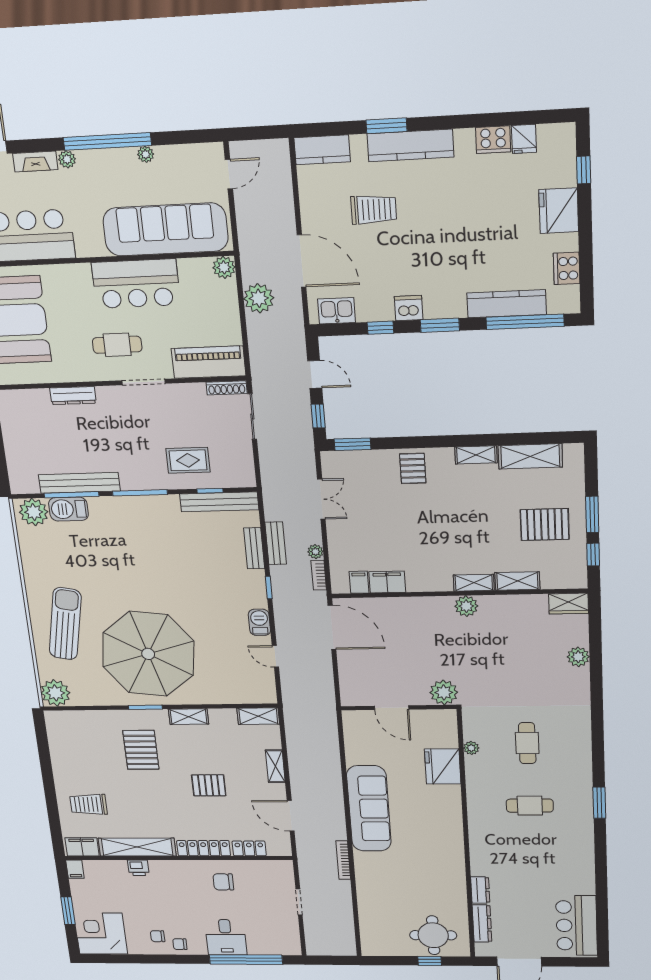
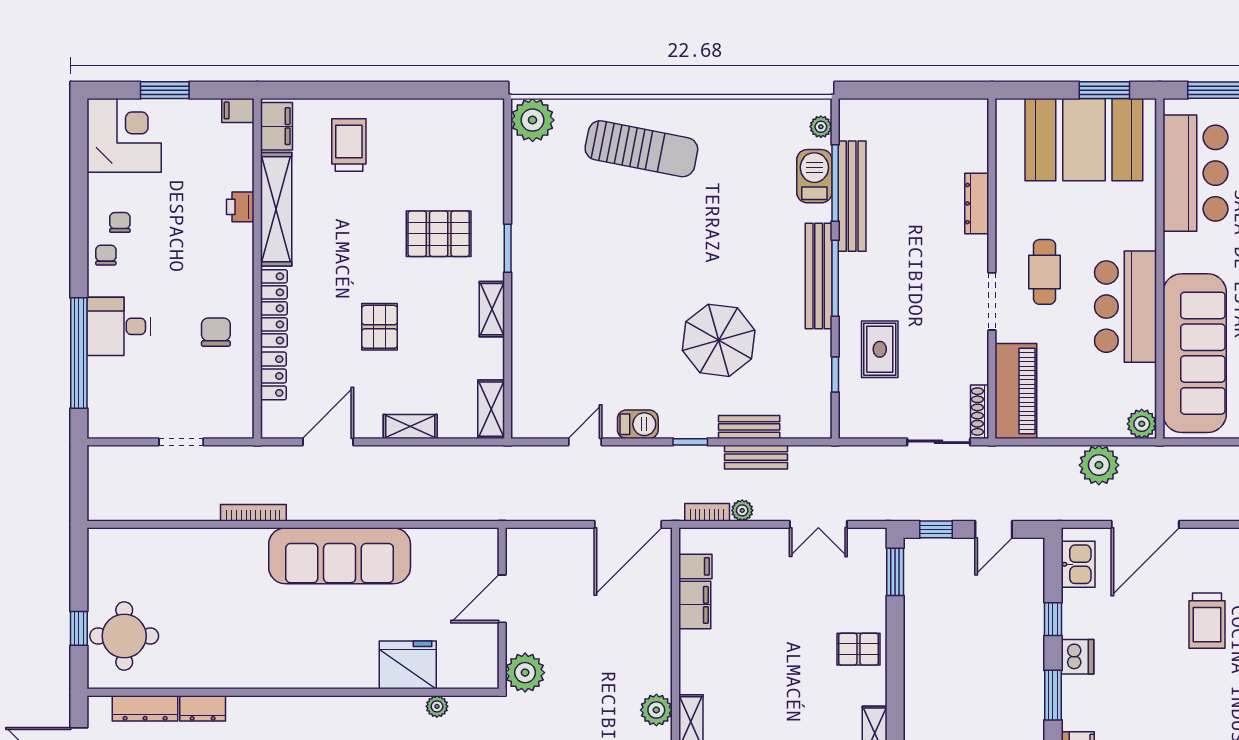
bench: (219, 502) -> (819, 276), moved
plant: (34, 512) -> (821, 127), width x0.53, depth x0.53
parasol: (148, 654) -> (719, 340), moved, width x0.54, depth x0.54

